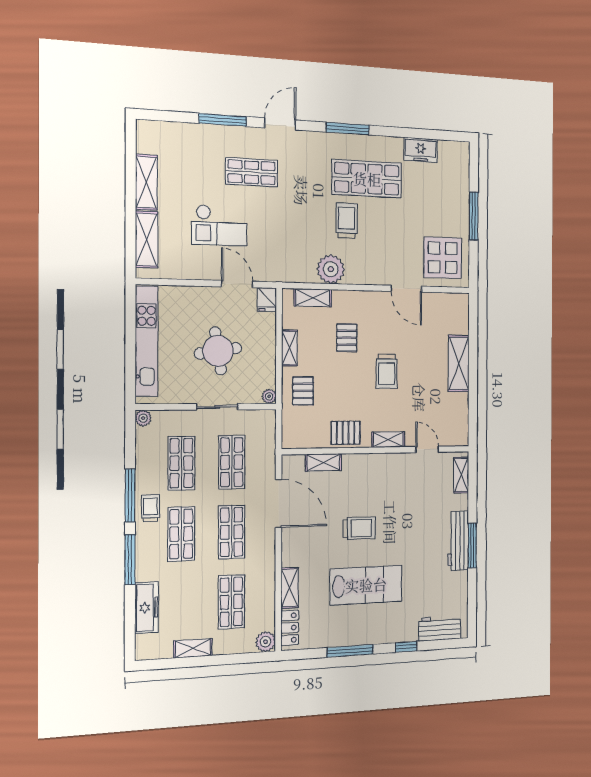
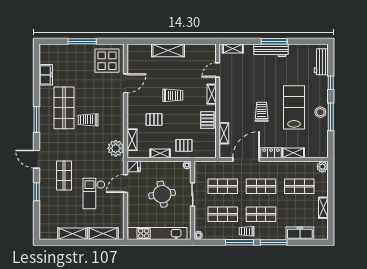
window: (223, 120) -> (36, 192), width x0.69
checkout: (219, 225) -> (94, 193), turned 180
plant: (331, 269) -> (116, 148), moved
locker: (290, 628) -> (271, 153), moved
stool: (358, 632) -> (320, 112), added

